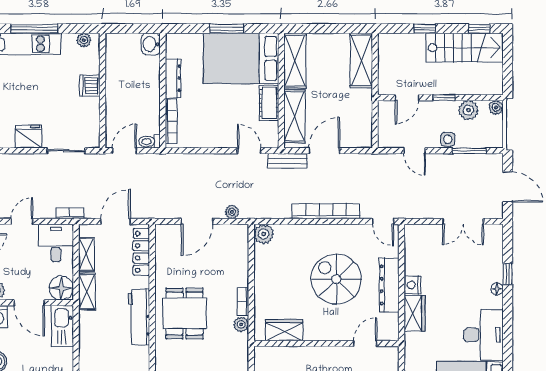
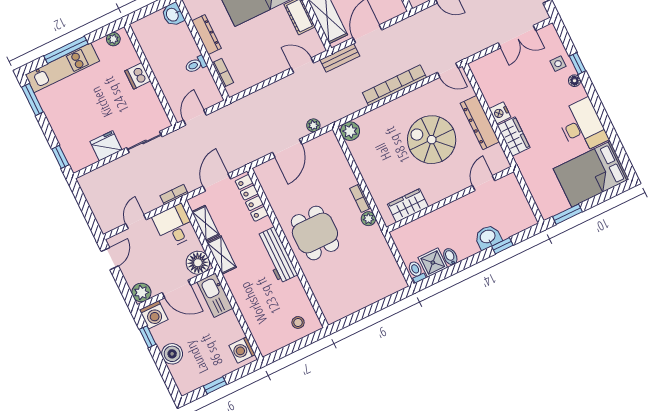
bookcase: (171, 121) -> (223, 73), width x0.64
toilet: (150, 142) -> (196, 64), moved
side table: (489, 265) -> (558, 64), added

